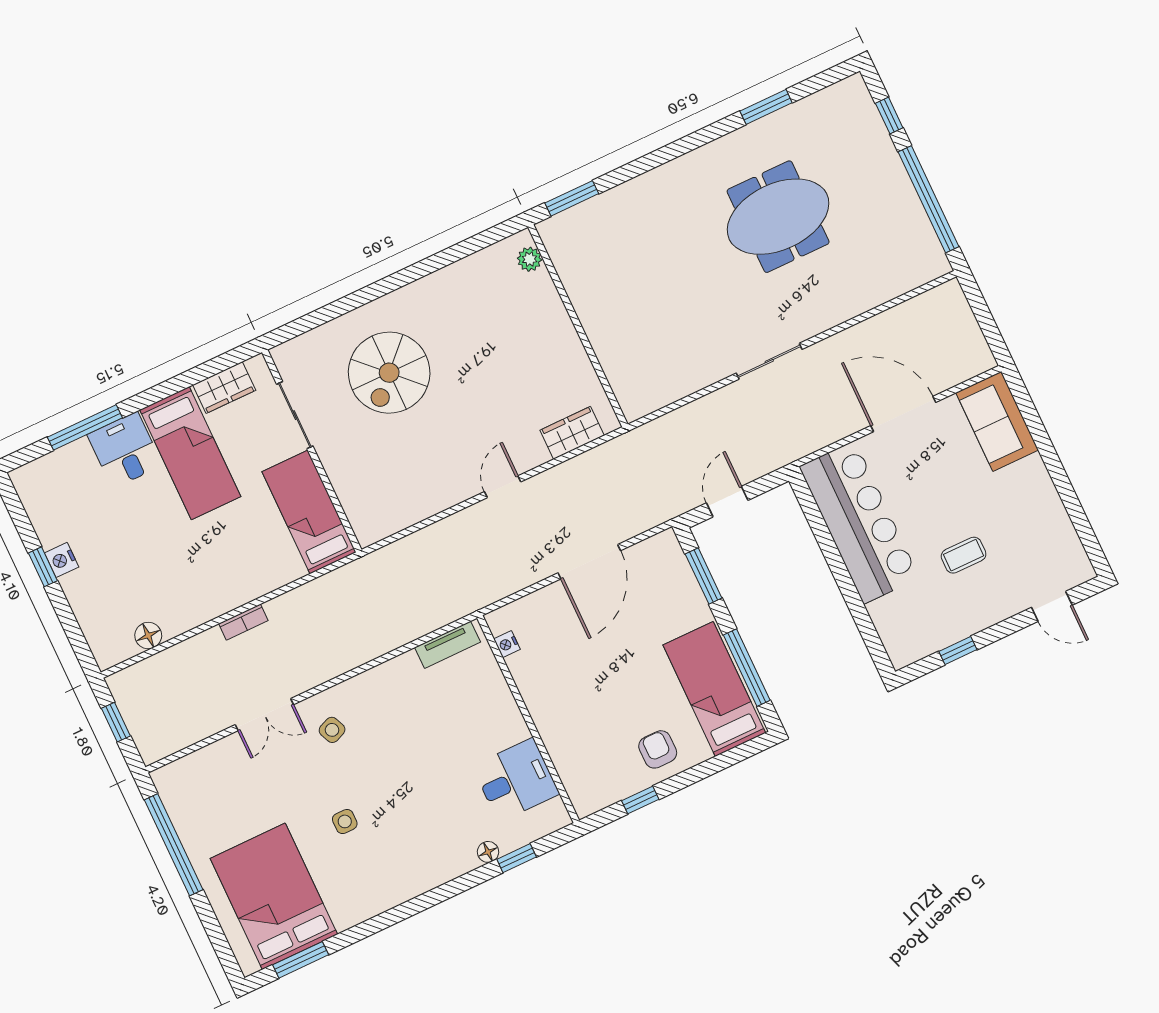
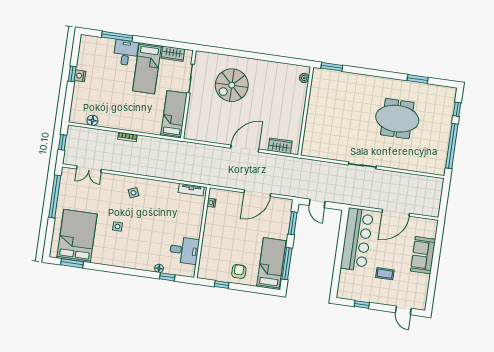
door: (903, 414) -> (396, 213), swing flipped
sofa: (997, 421) -> (423, 255), moved
door: (503, 487) -> (245, 149), width x1.88
door: (727, 502) -> (317, 203), swing flipped
double door: (264, 715) -> (89, 169), moved

